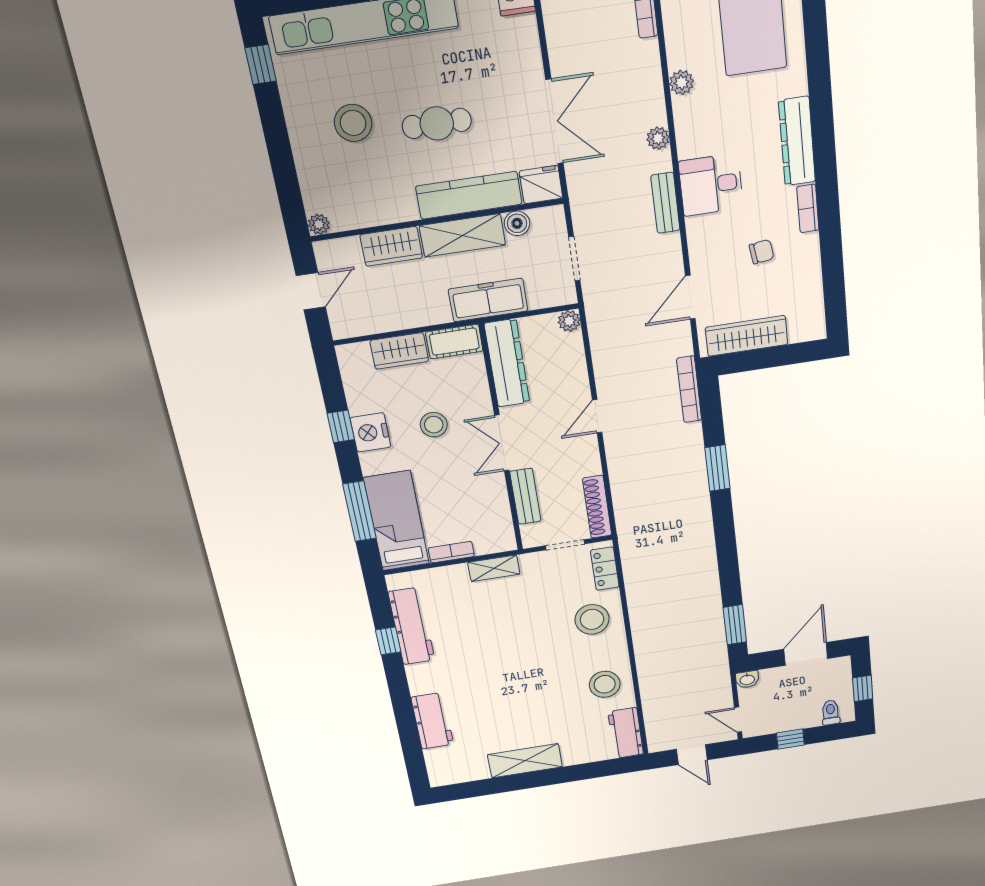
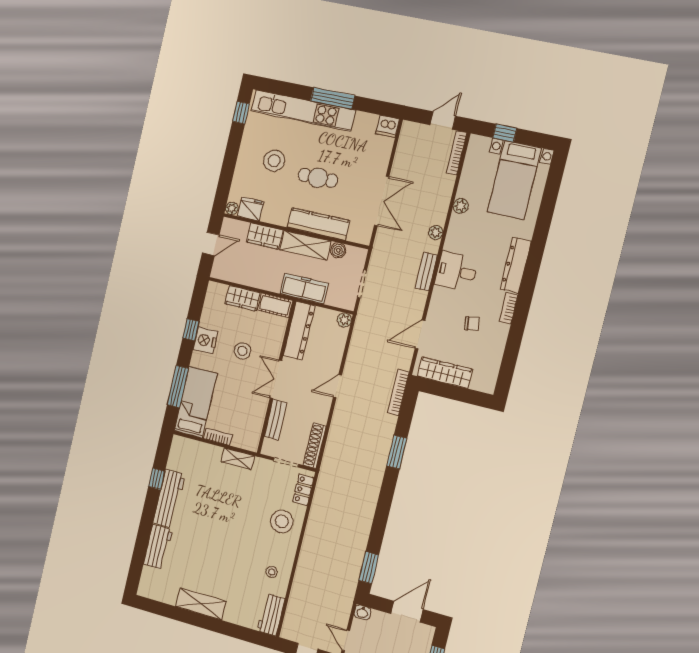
fridge: (541, 185) -> (251, 209), moved
workbench: (412, 626) -> (169, 499), moved
stool: (605, 684) -> (272, 572), width x0.53, depth x0.53

